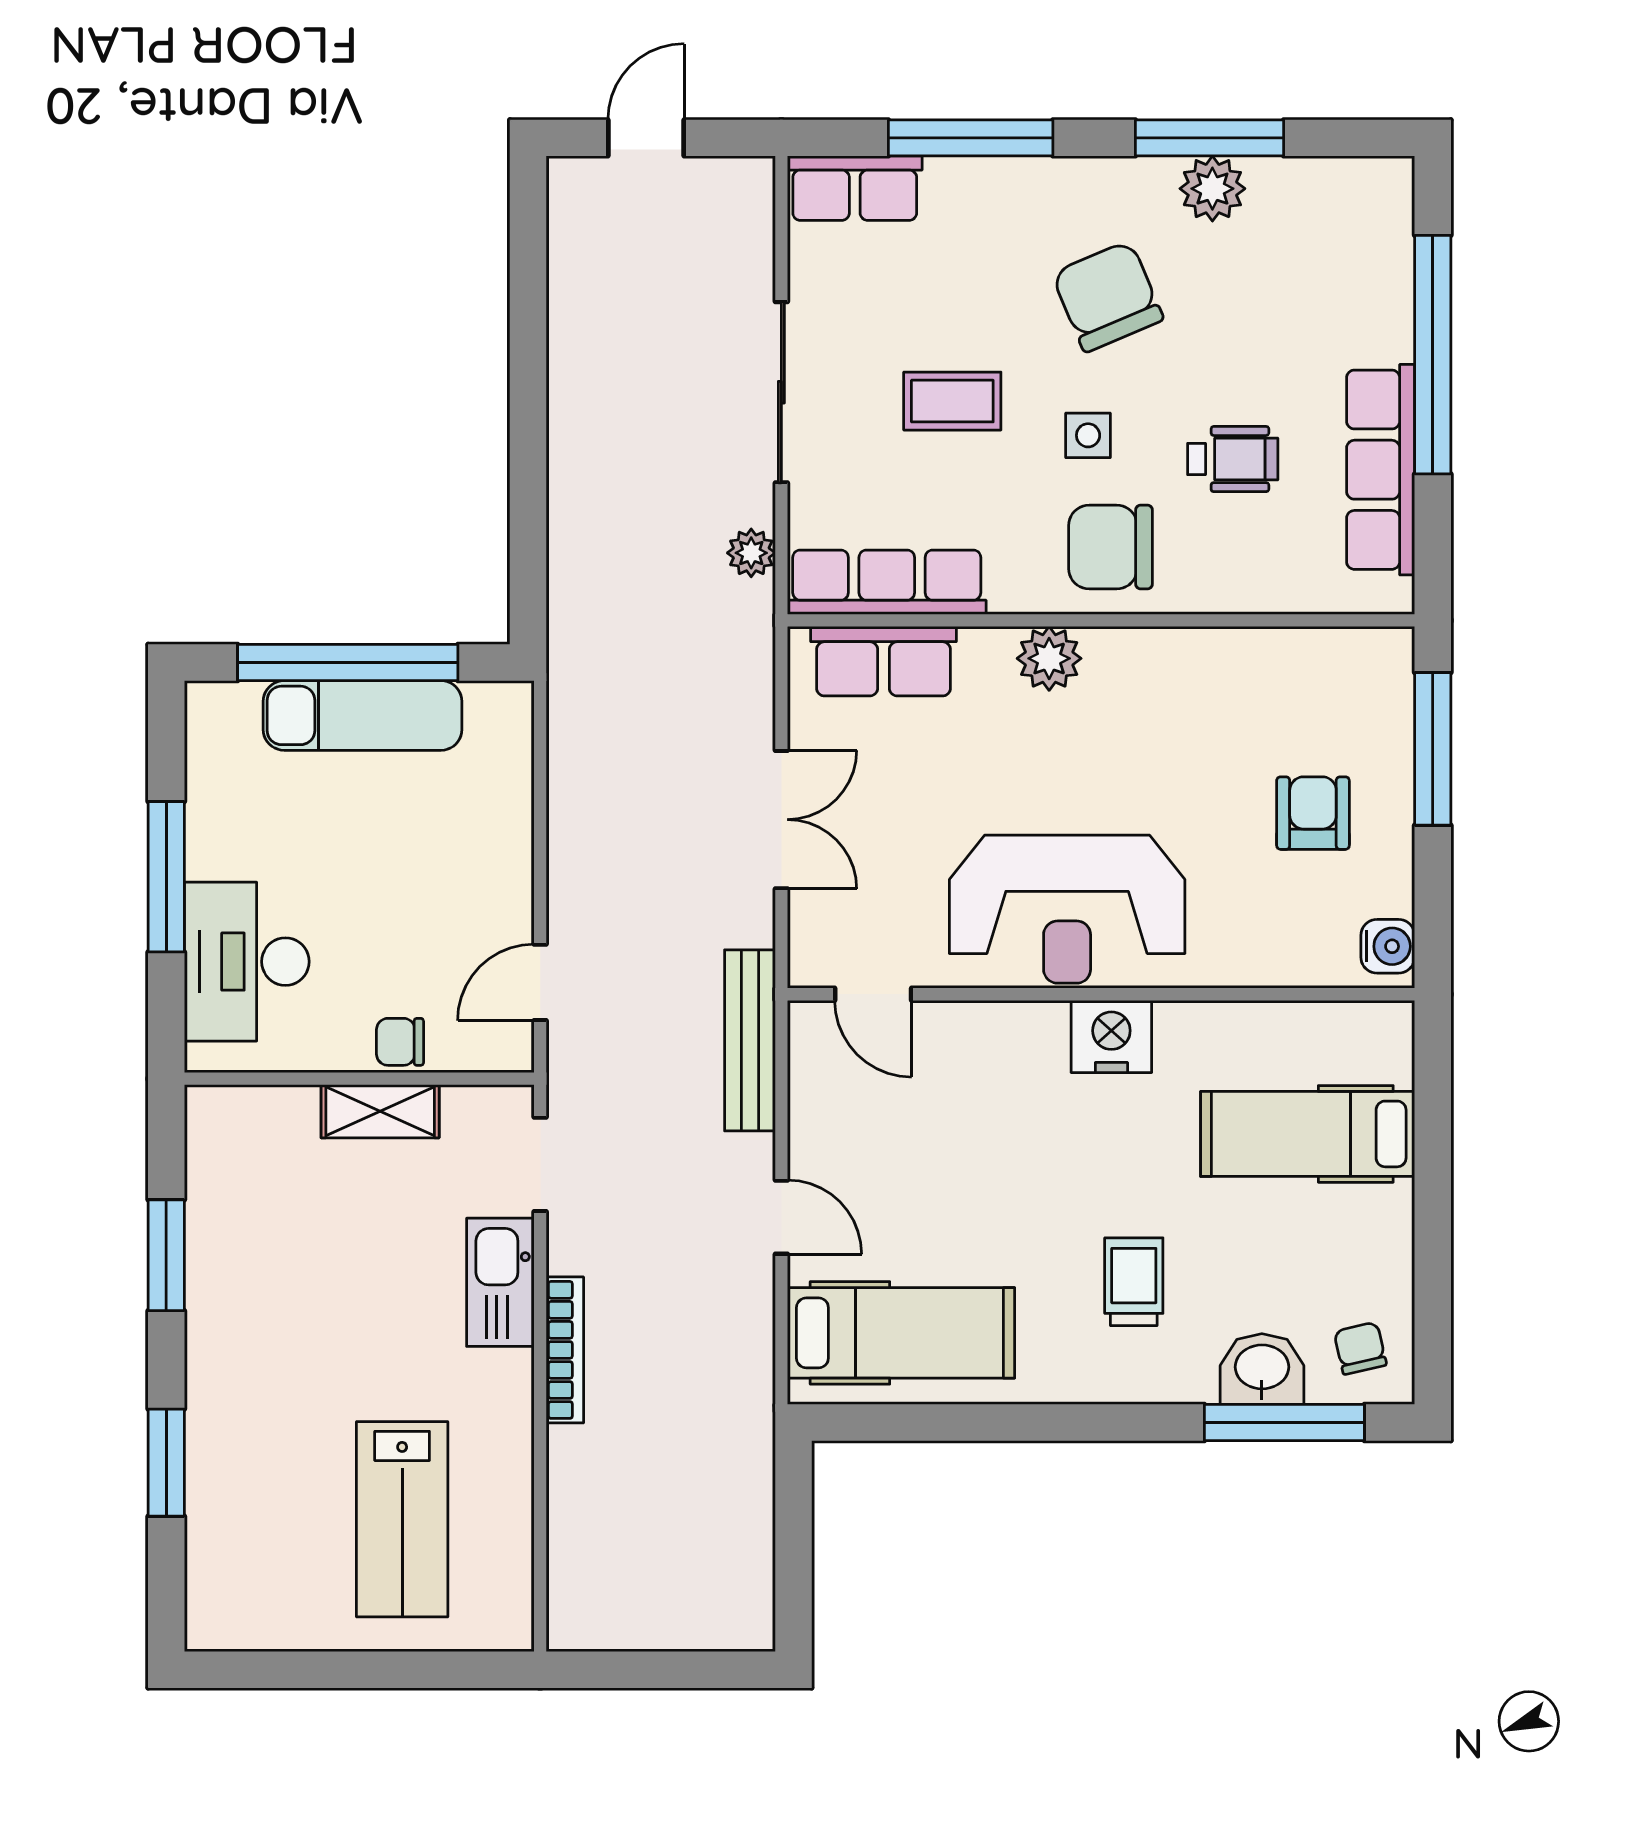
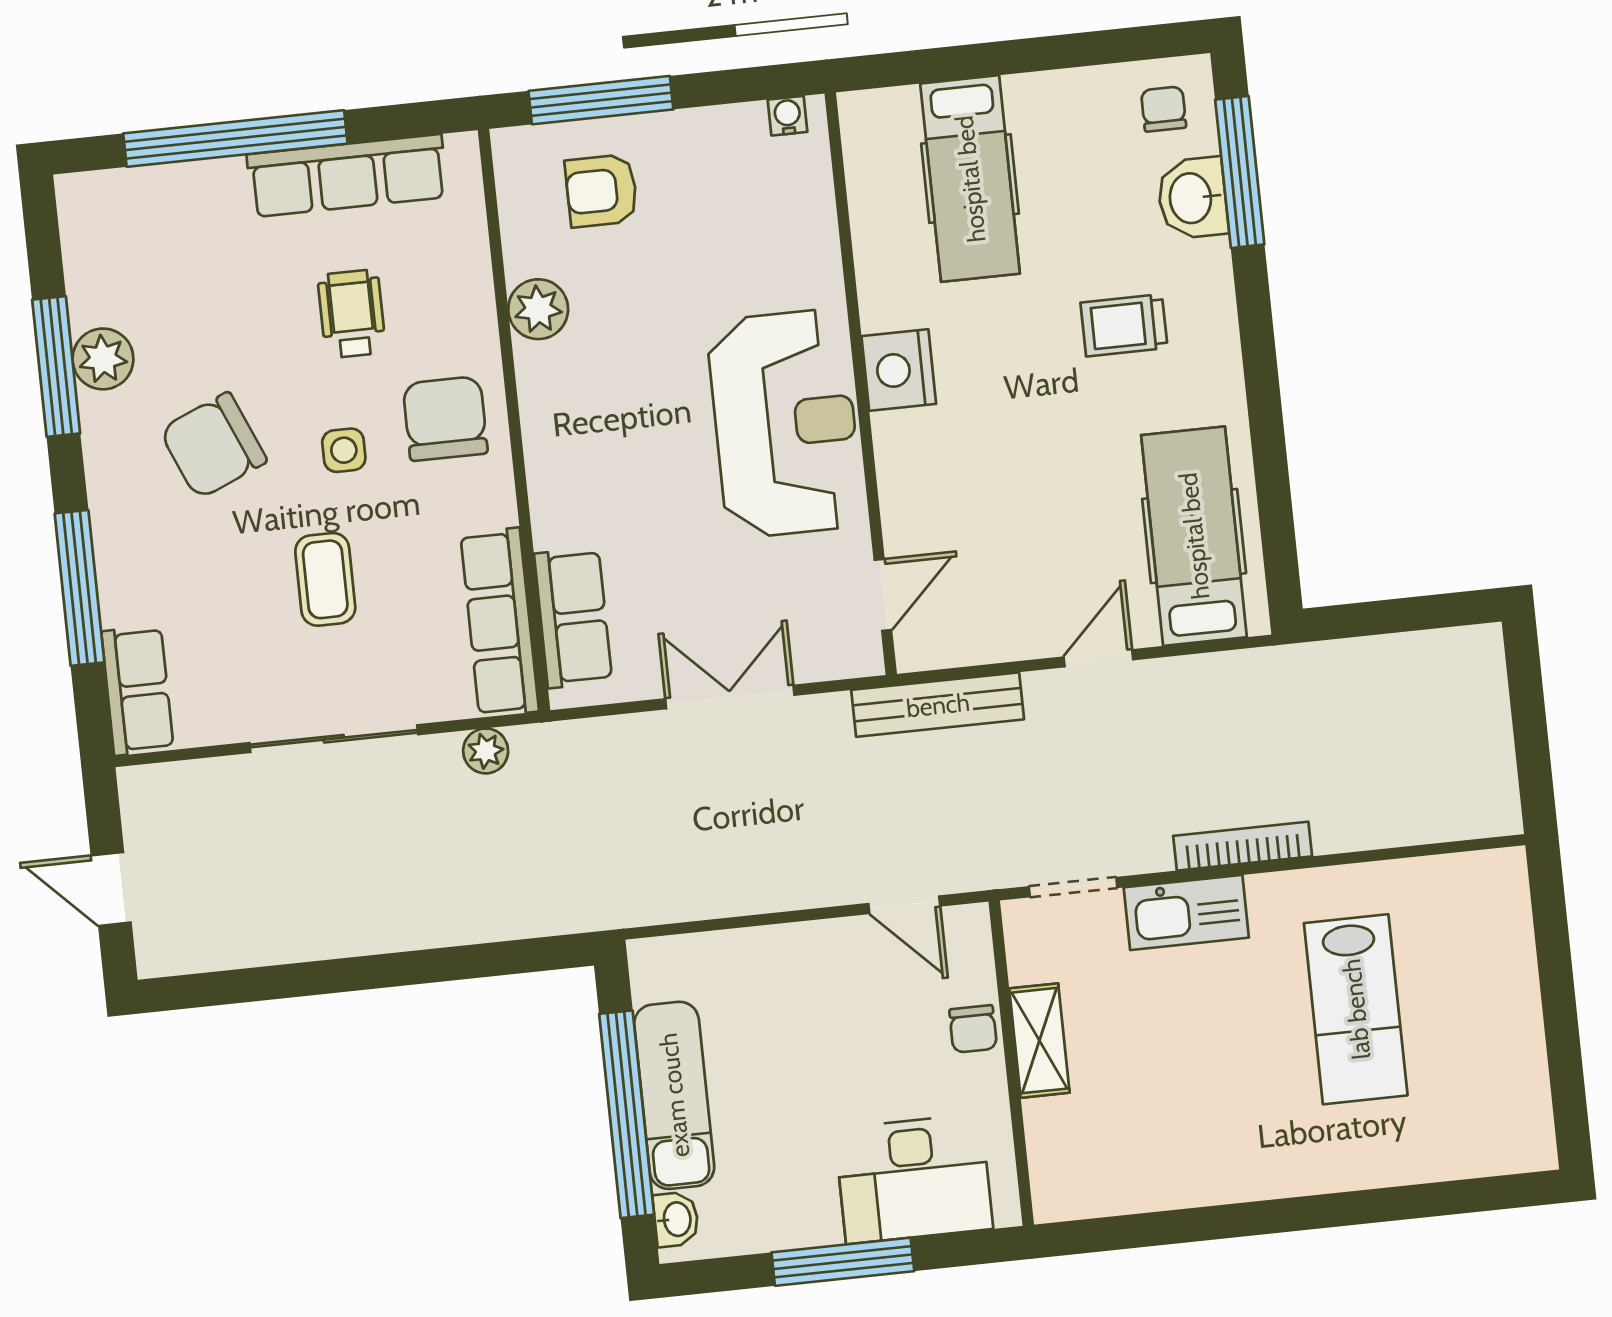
chair: (1110, 547) -> (445, 419), turned 180
plant: (1049, 658) -> (538, 309), moved
washbasin: (230, 703) -> (676, 1219), added
armchair: (1313, 813) -> (601, 191), moved
water cooler: (1388, 946) -> (788, 116), width x0.72, depth x0.72
window: (166, 1255) -> (1194, 1225), removed
chair: (1360, 1348) -> (1164, 109), turned 103
window: (166, 1463) -> (1386, 1205), removed
lab bench: (402, 1519) -> (1356, 1009), moved, turned 90

